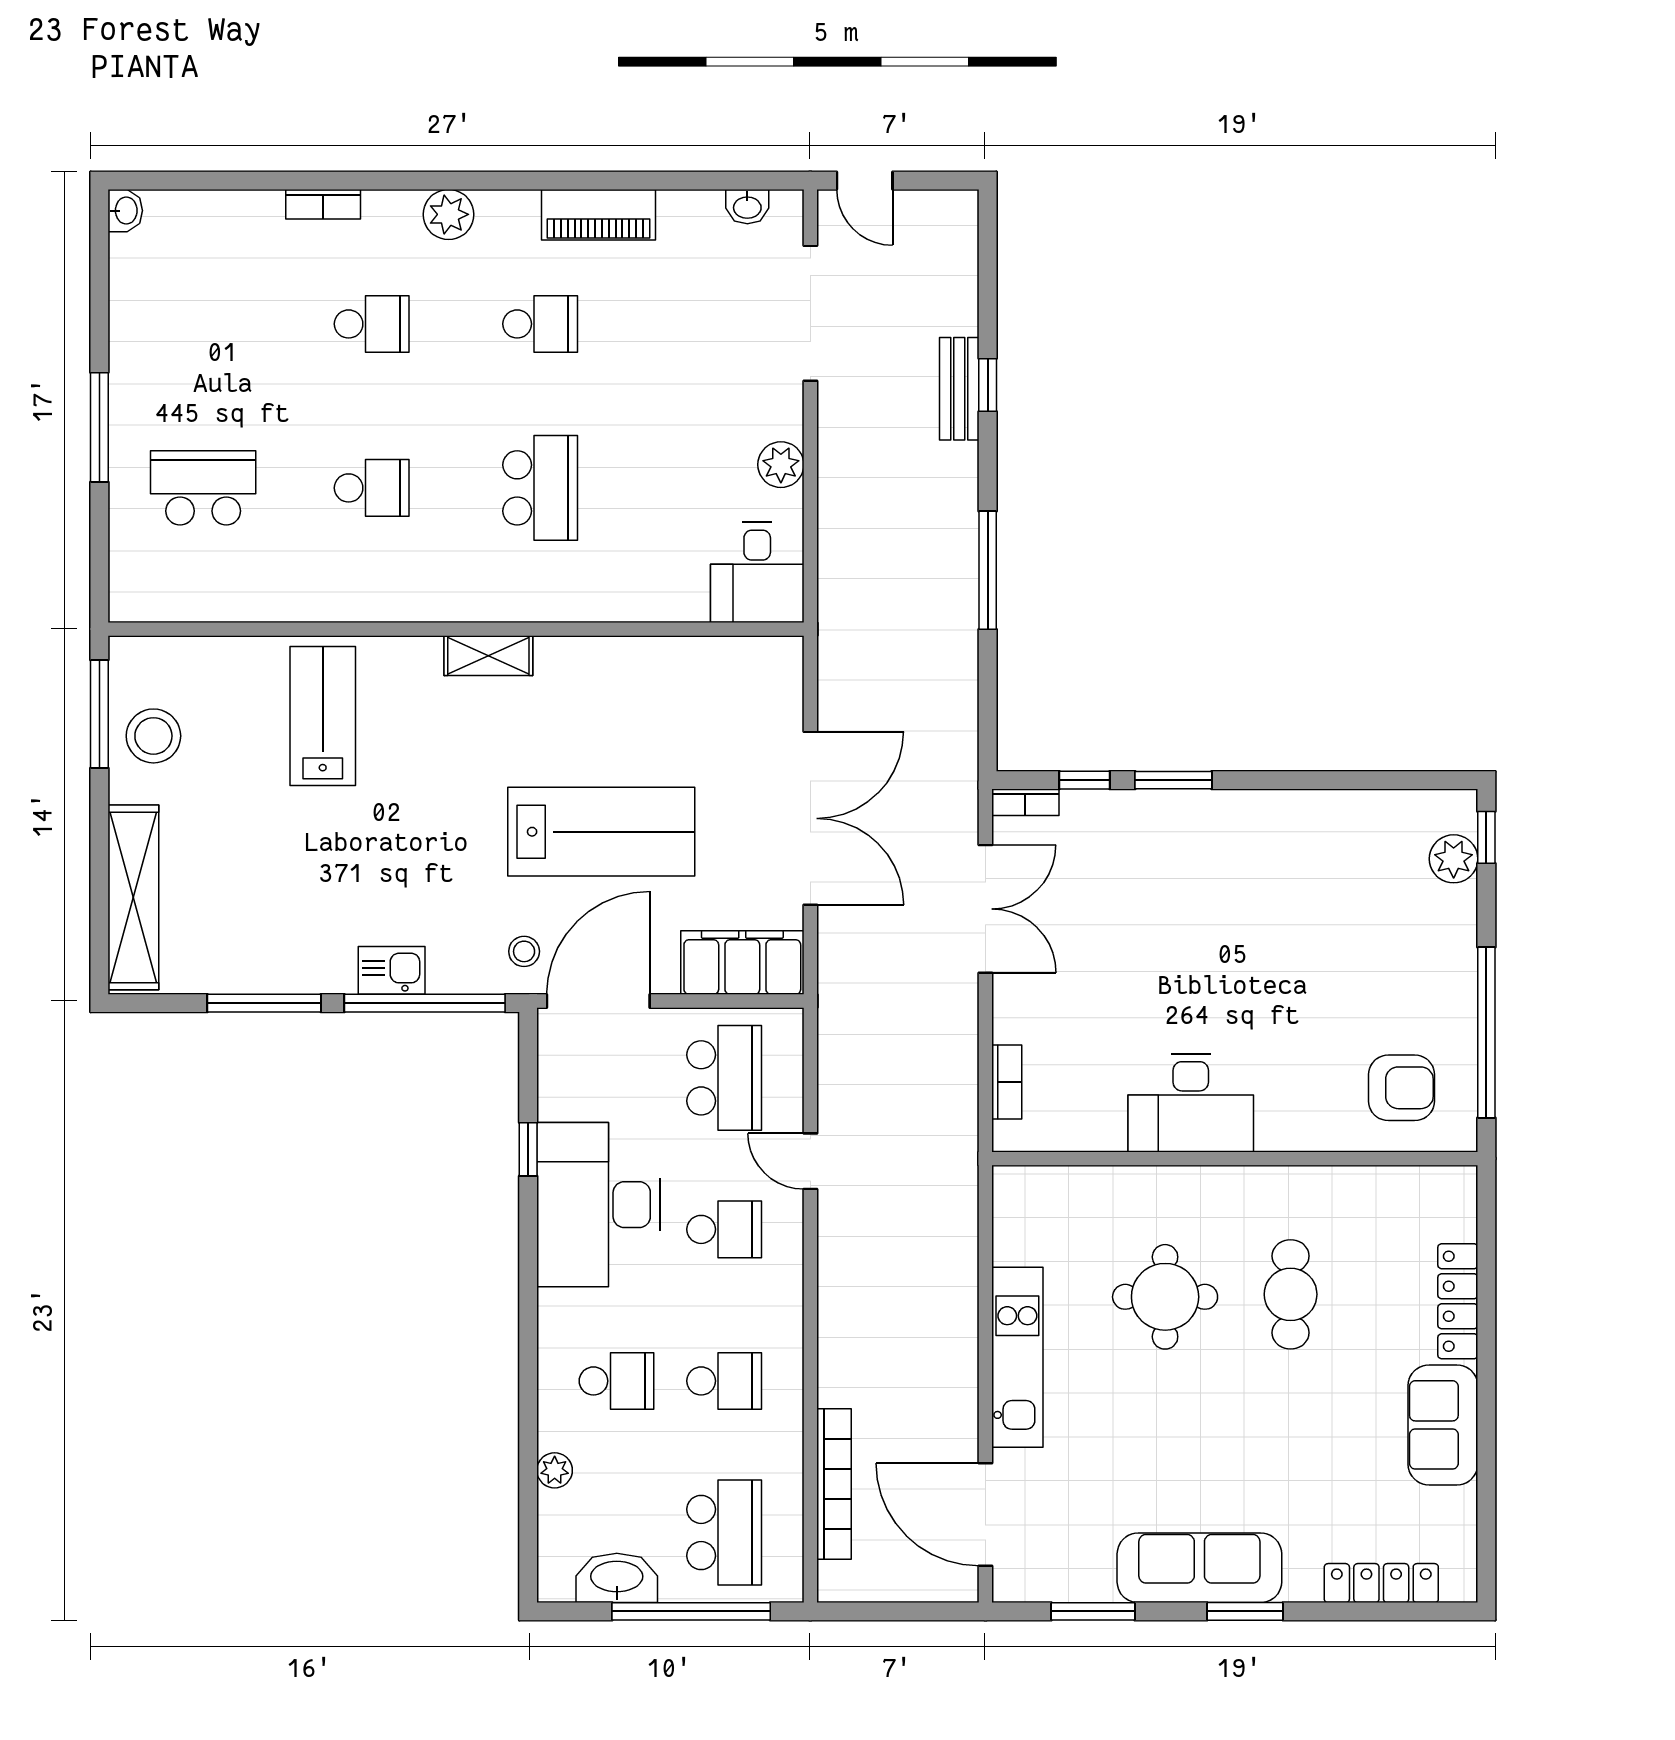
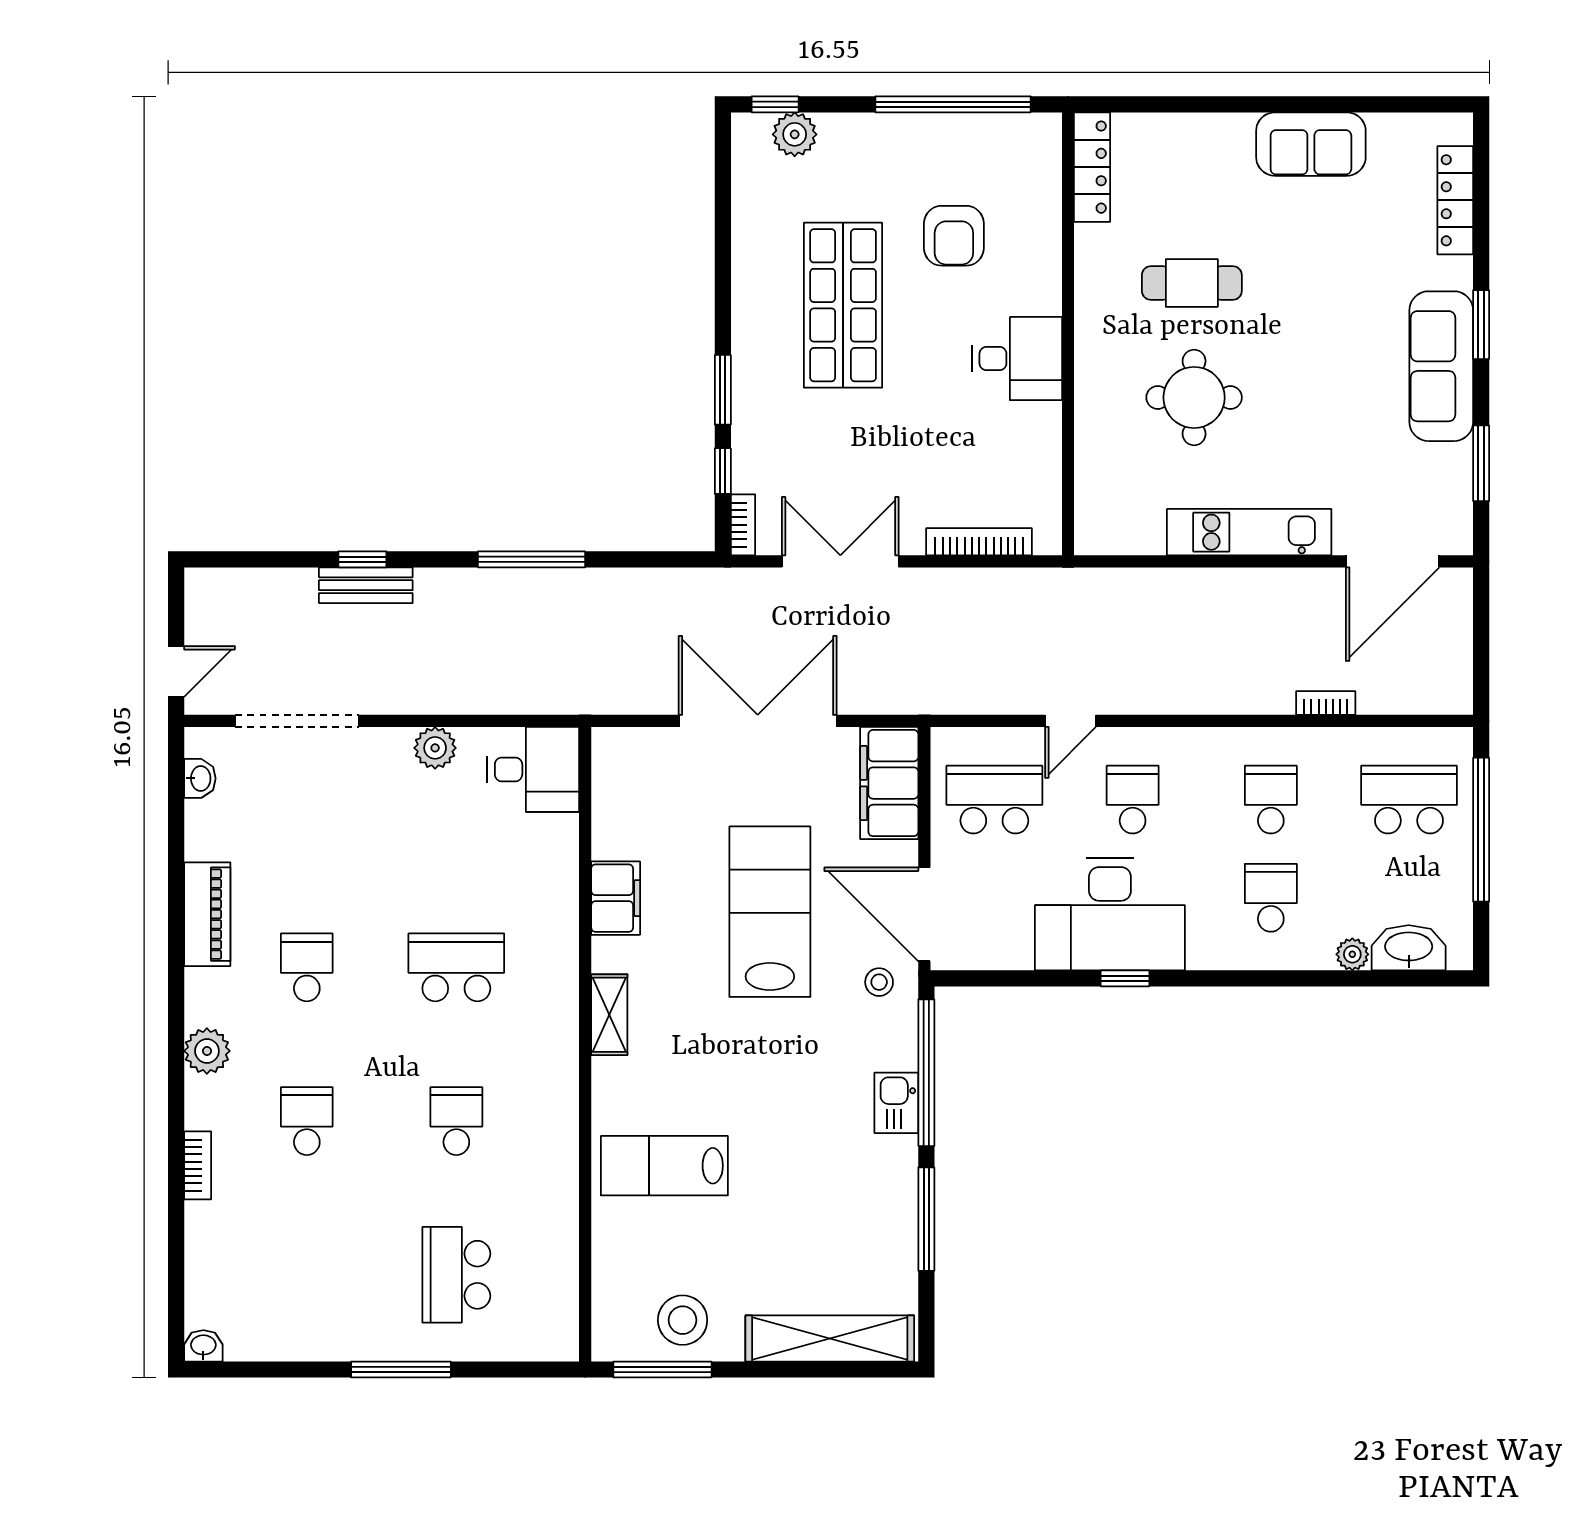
filing cabinet: (616, 662) -> (616, 898), added
shop shelf: (1266, 912) -> (843, 305), added
bookcase: (1007, 1082) -> (979, 542), width x1.56
armchair: (1402, 1088) -> (954, 236), moved, turned 180
desk: (1191, 1103) -> (1017, 359), width x0.73
window: (528, 1149) -> (1125, 978), moved
locker: (1458, 1301) -> (1092, 167), moved, turned -90
bookcase: (834, 1484) -> (1326, 703), width x0.43, depth x0.76
washbasin: (617, 1578) -> (1409, 948), moved, turned 90

